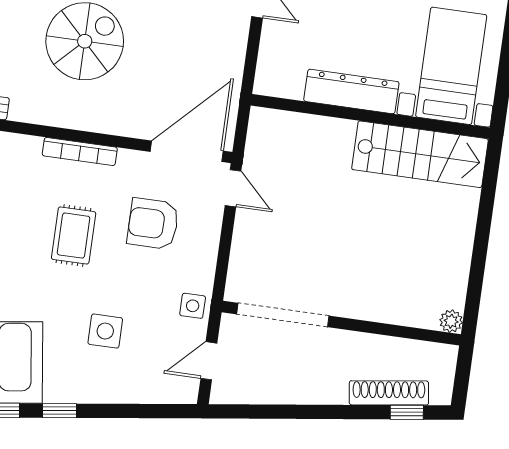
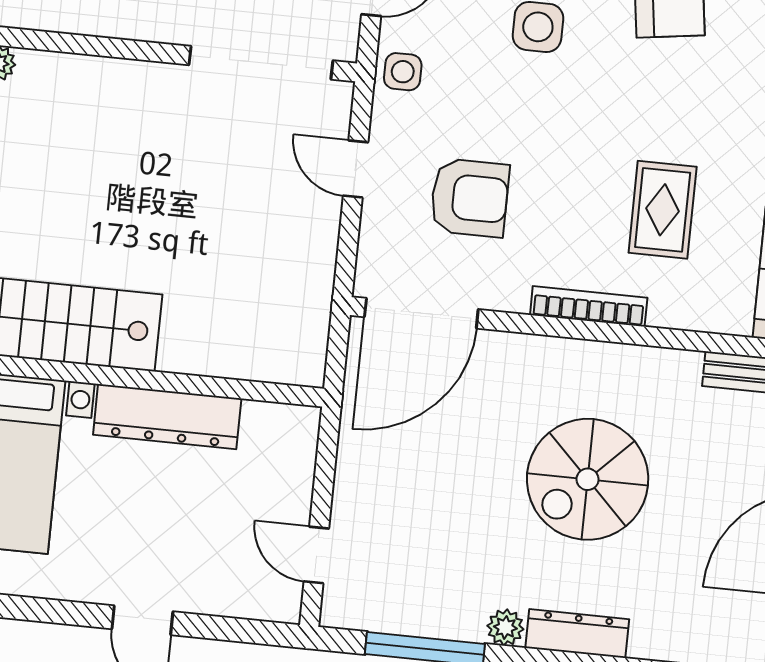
door: (233, 188) -> (356, 169), moved
rug: (74, 236) -> (663, 210), moved

